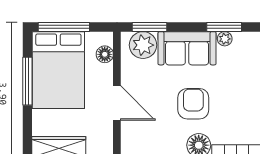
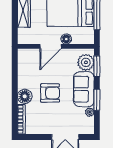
window: (224, 27) -> (97, 100), moved
floor lamp: (105, 54) -> (66, 39), moved

